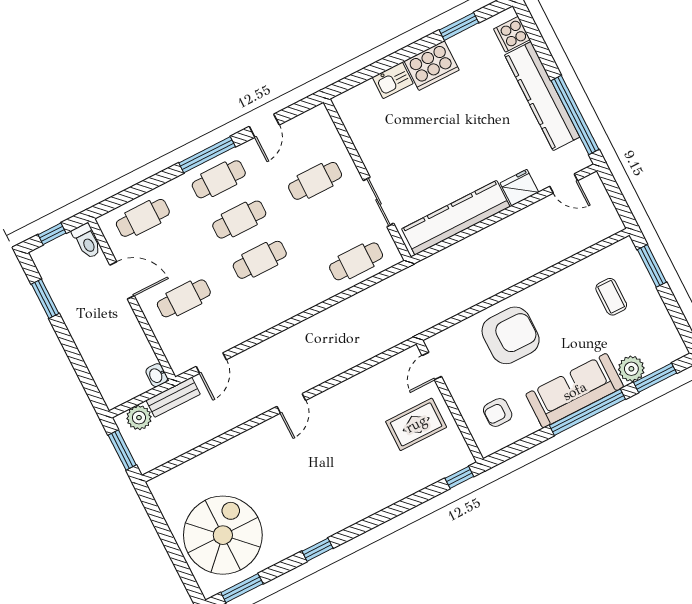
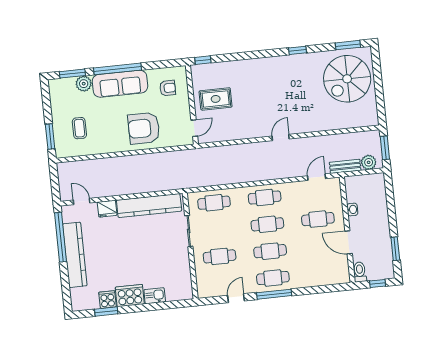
cooker: (512, 34) -> (108, 300), moved, turned -90
cafe table: (143, 218) -> (265, 197), moved
washbasin: (157, 375) -> (352, 209), moved

